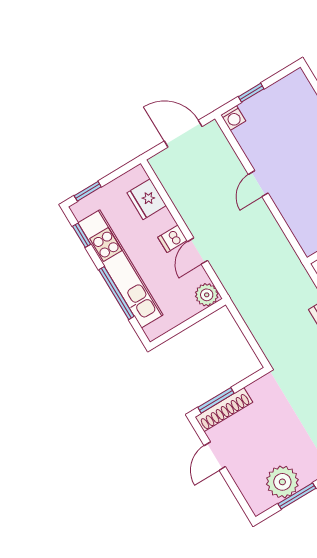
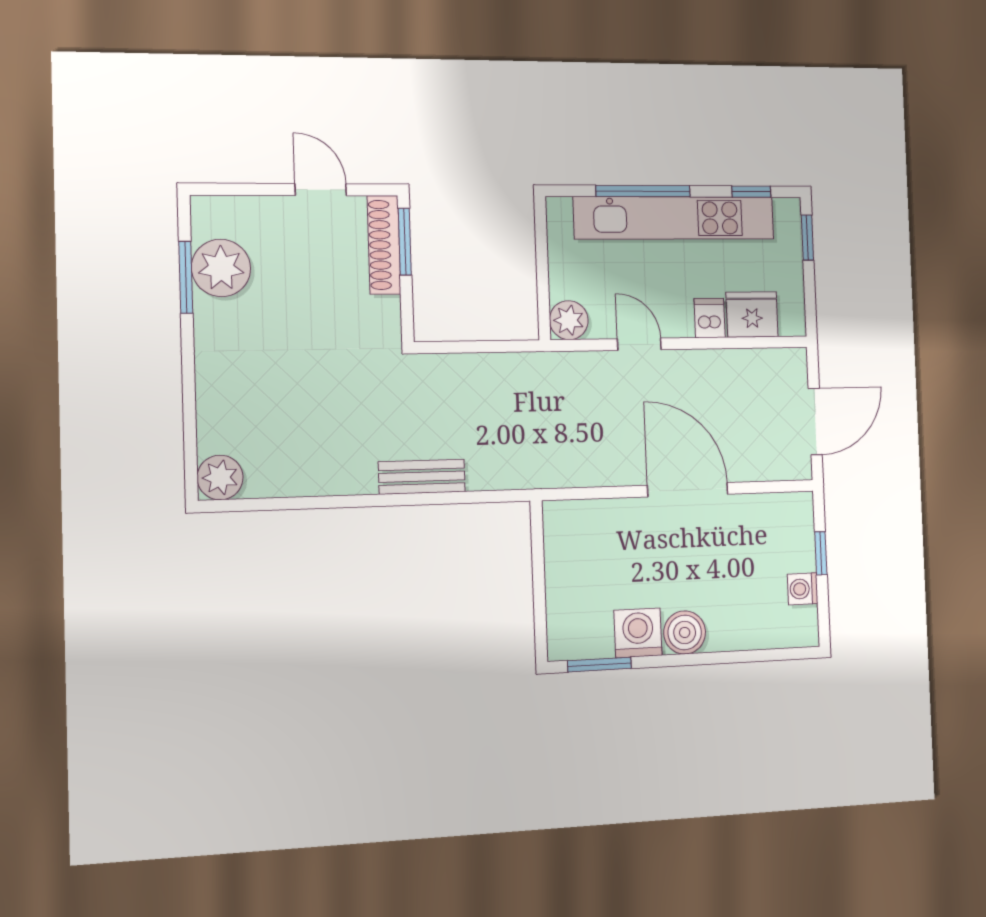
washing machine: (233, 118) -> (803, 589), moved
door: (258, 184) -> (688, 490), width x1.88
dishwasher: (173, 239) -> (710, 318), moved

